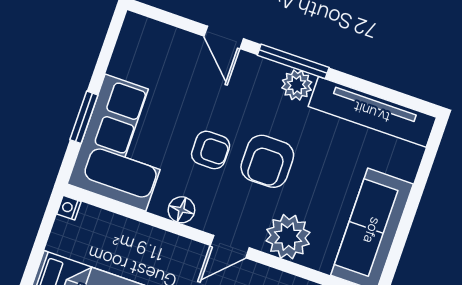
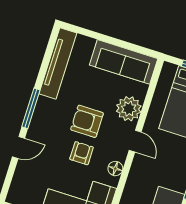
plant: (297, 85) -> (44, 106), removed
armchair: (267, 161) -> (87, 121), turned 180

